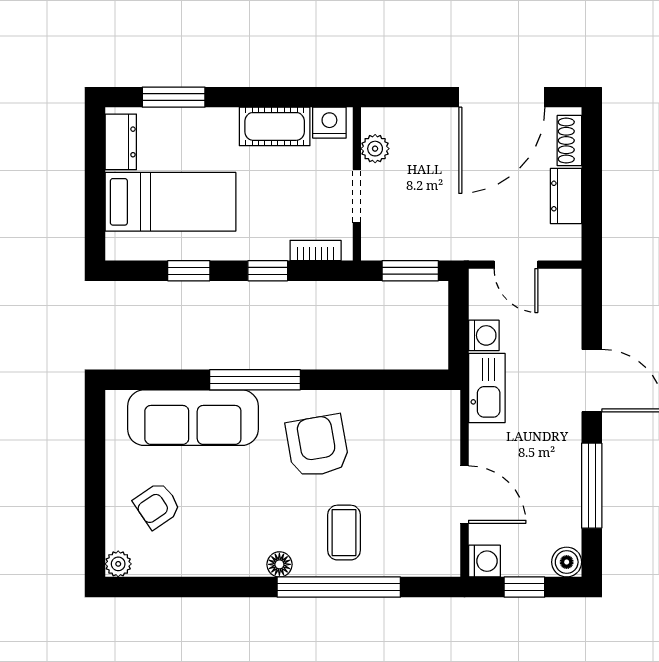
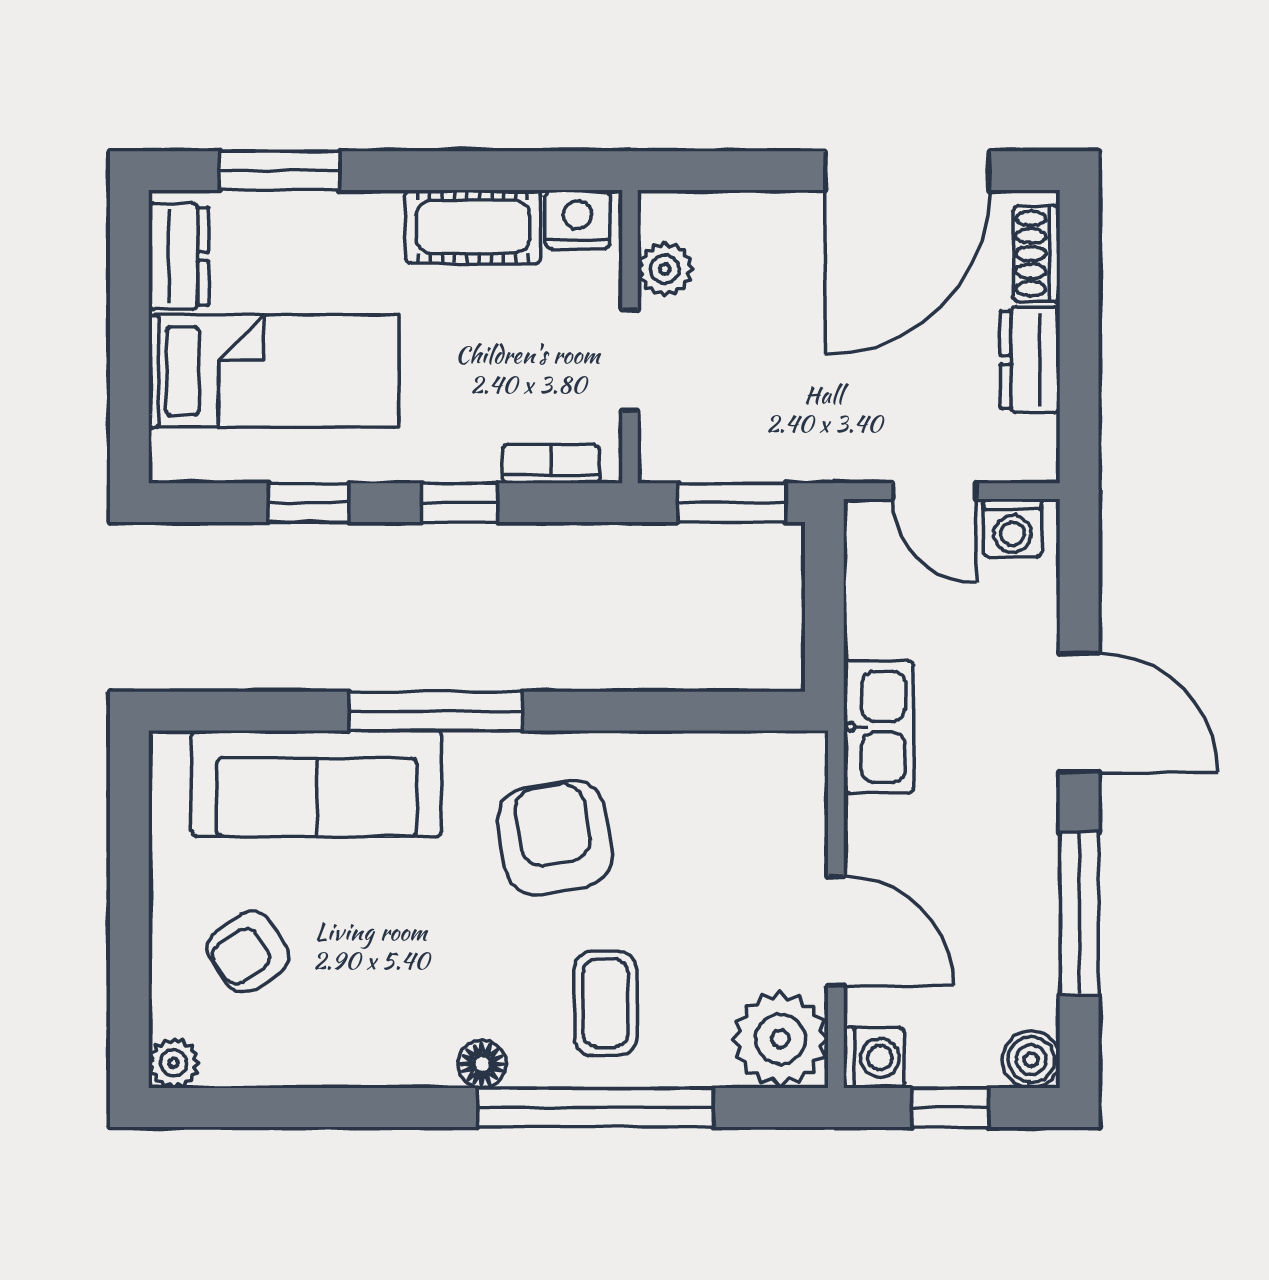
washing machine: (484, 335) -> (1012, 528), moved, turned 90
plant: (435, 551) -> (780, 1039), added

